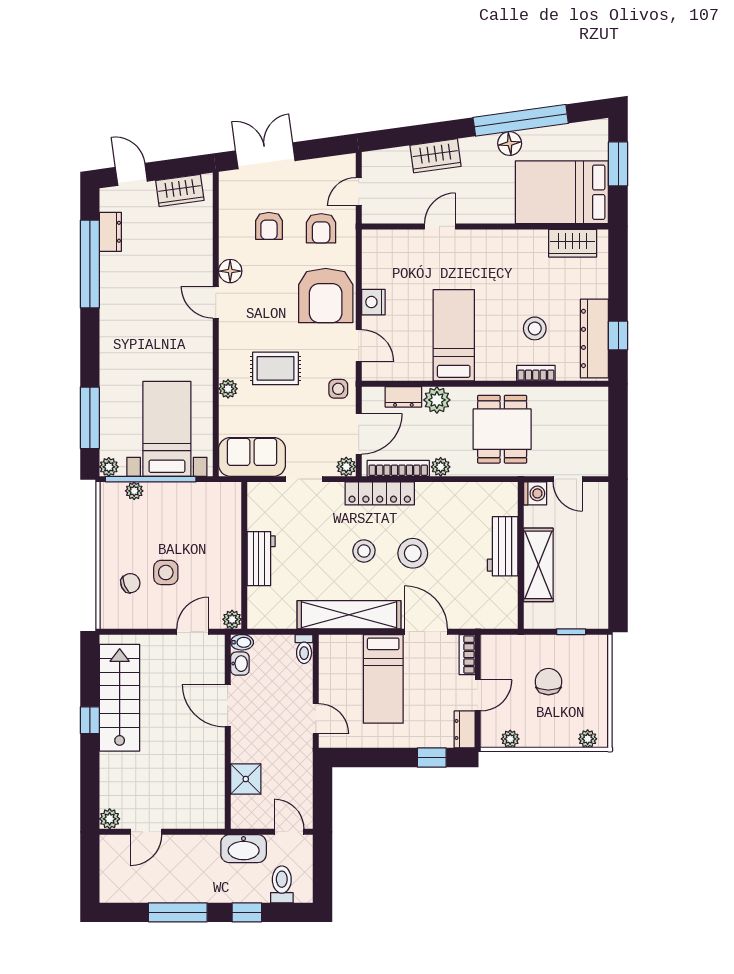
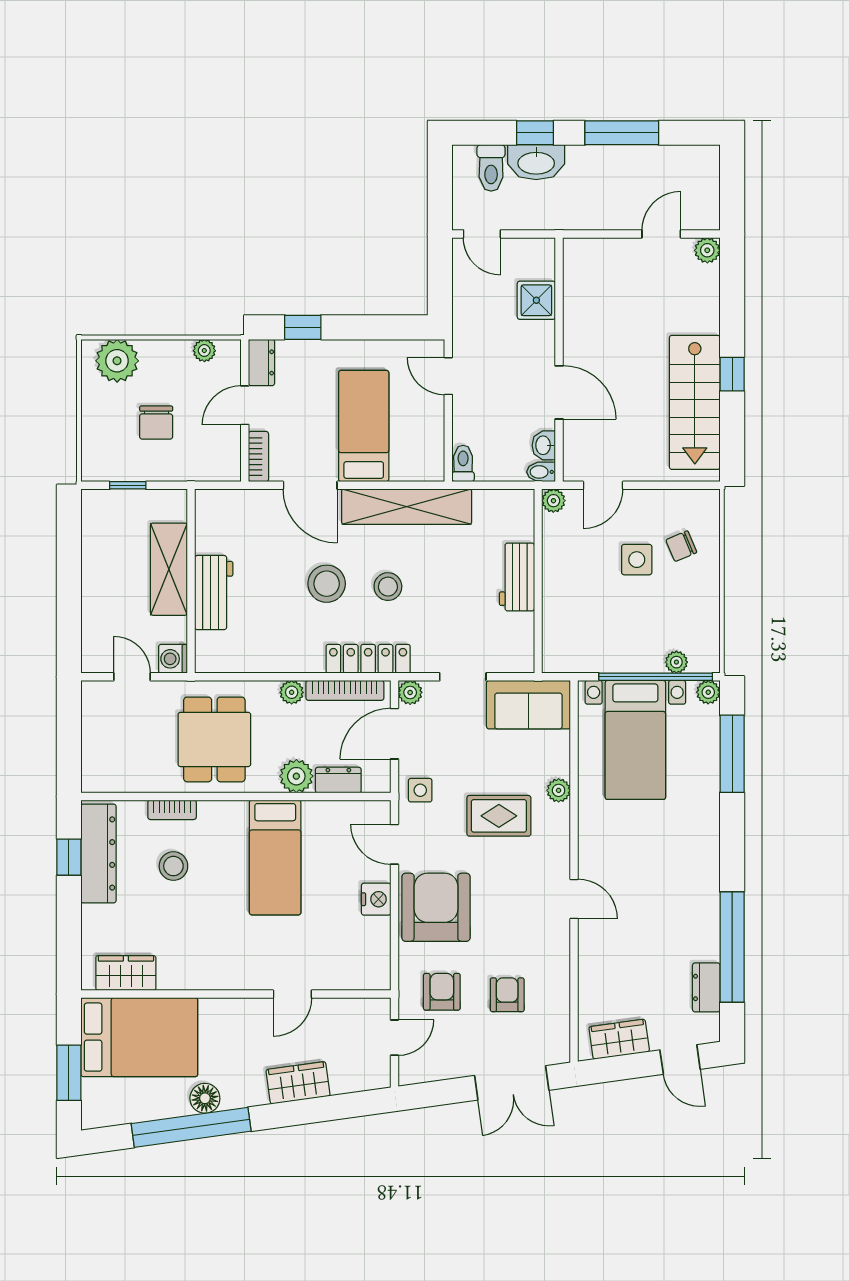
floor lamp: (230, 271) -> (556, 938), removed
plant: (588, 739) -> (117, 361), width x1.87, depth x1.87
washbasin: (244, 849) -> (536, 162), moved, turned 180

